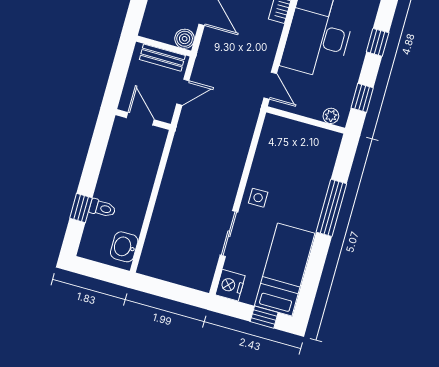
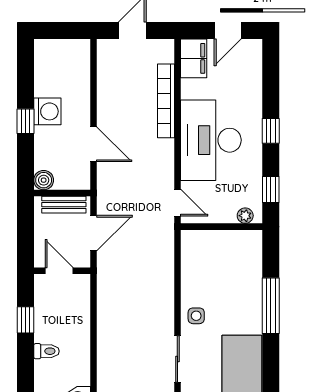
boiler: (185, 39) -> (44, 180), moved
door: (183, 92) -> (94, 233), width x1.38
window: (81, 208) -> (25, 320), moved
toilet: (102, 208) -> (46, 351), moved

